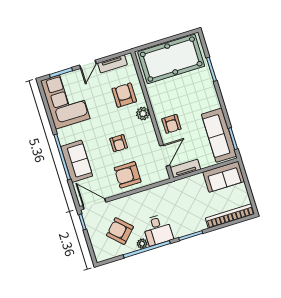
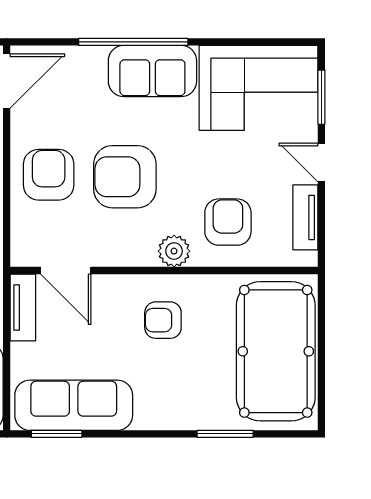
armchair: (124, 95) -> (228, 222), turned -90
armchair: (171, 124) -> (163, 320), moved
armchair: (119, 143) -> (125, 177), width x1.88, depth x1.88
sofa: (77, 161) -> (152, 71), moved

